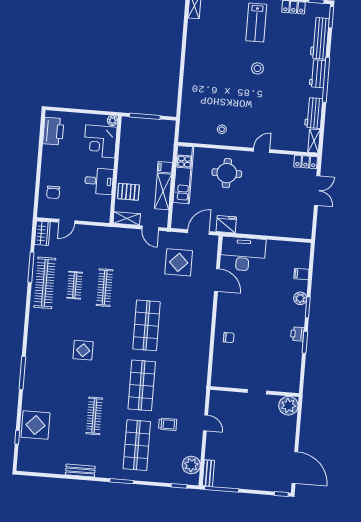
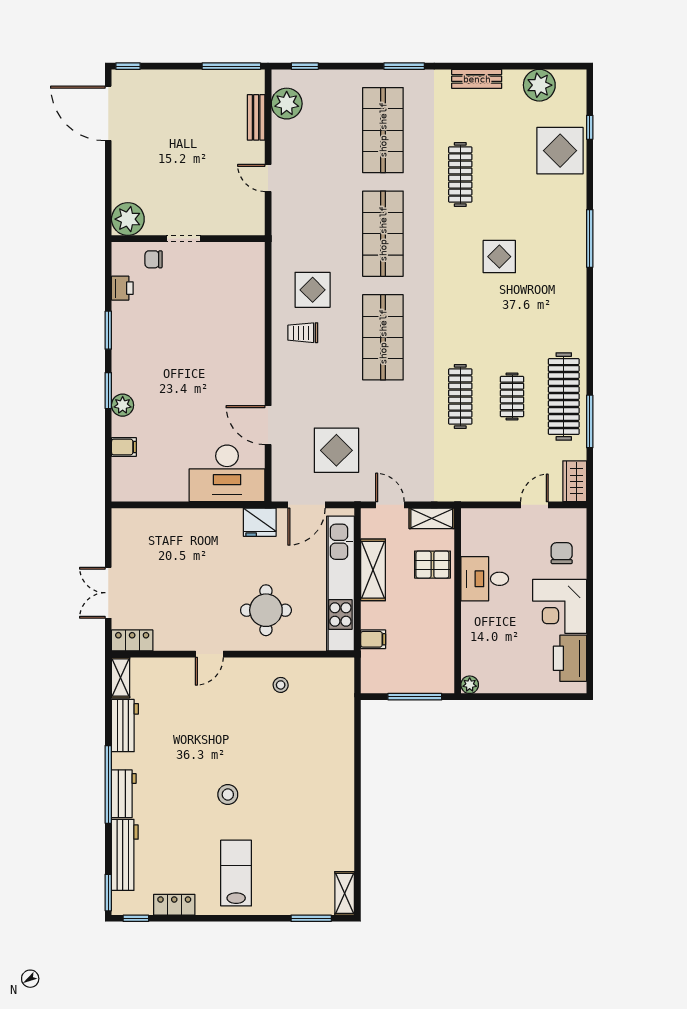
corner desk: (100, 141) -> (560, 606), moved, turned 180
filing cabinet: (165, 167) -> (373, 639), moved
kitchen unit: (183, 175) -> (340, 584), width x1.36
printer: (297, 334) -> (122, 288), moved
chair: (229, 338) -> (154, 259), moved
display table: (83, 350) -> (499, 257), moved
display table: (185, 356) -> (313, 290), added
trolley: (168, 424) -> (303, 333), moved
plant: (44, 464) -> (539, 85), added
bench: (208, 473) -> (256, 117), moved

